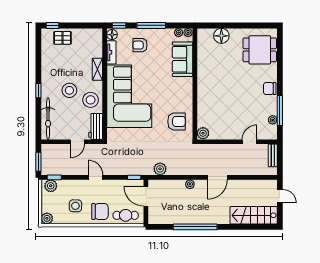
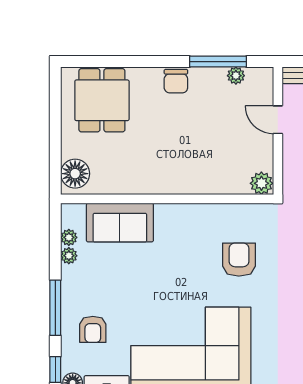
sofa: (182, 59) -> (120, 223), moved
wall: (195, 84) -> (167, 199), moved
plant: (203, 133) -> (261, 183), moved

